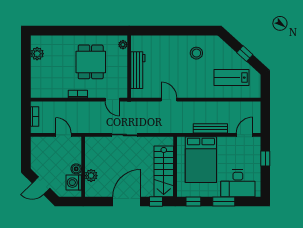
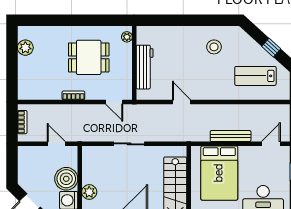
dining table: (91, 62) -> (89, 57), turned 90
boiler: (76, 169) -> (66, 179), width x1.86, depth x1.86

